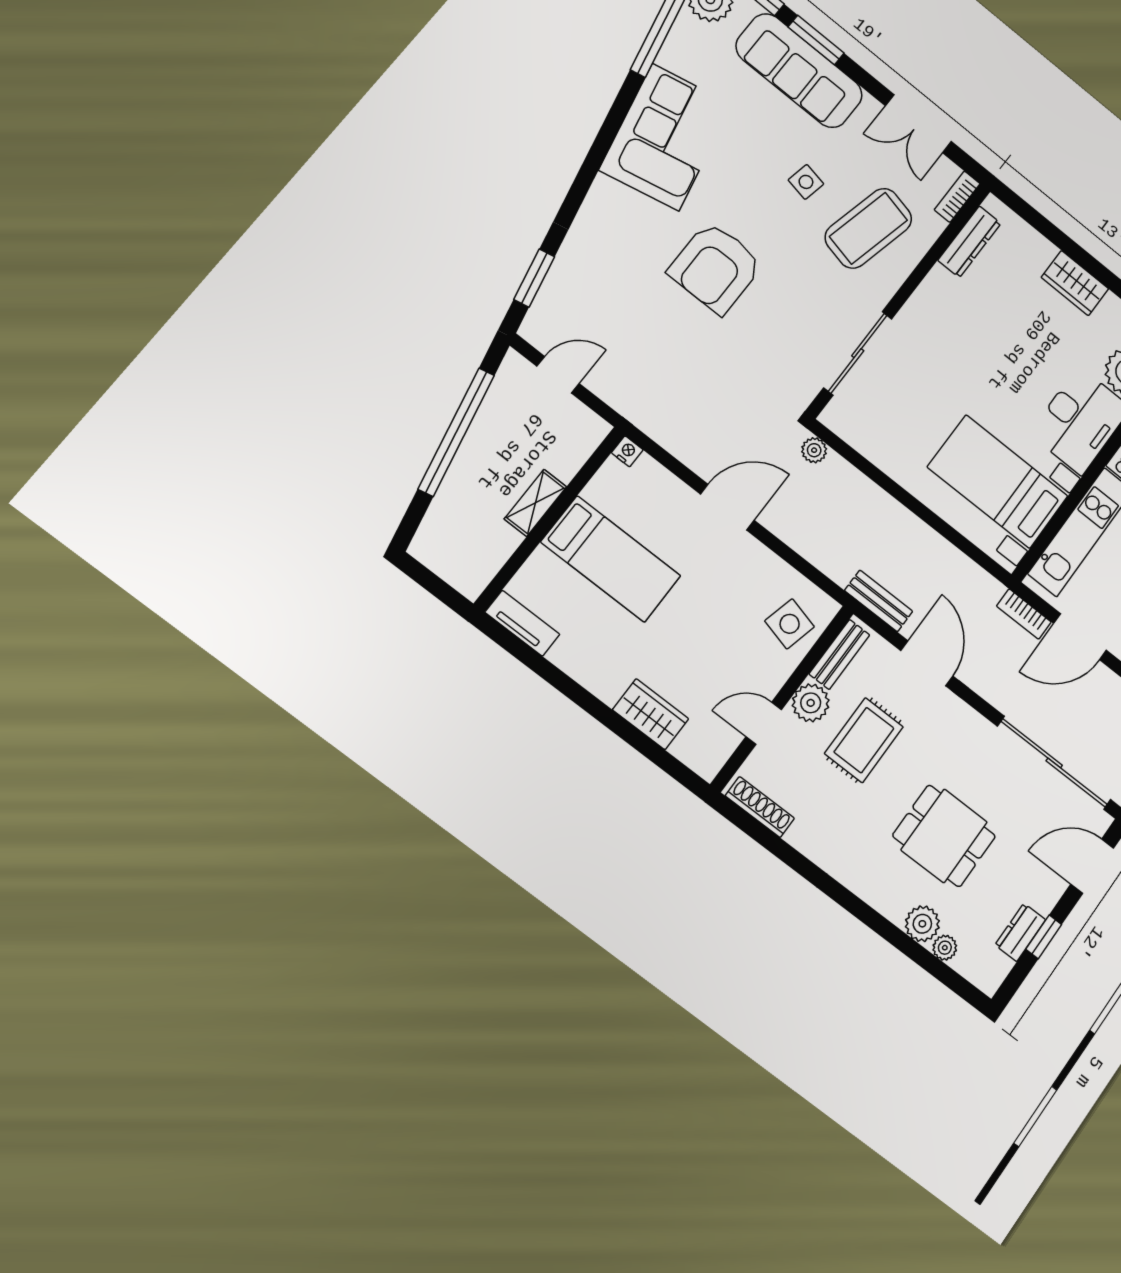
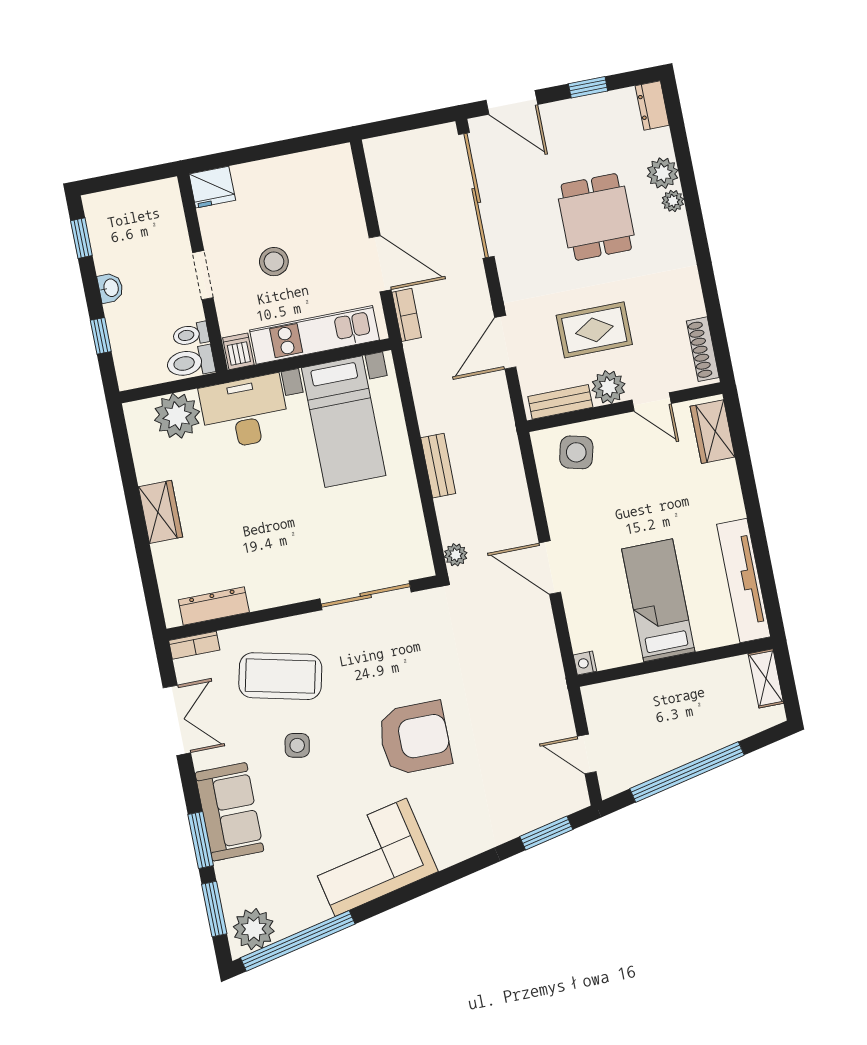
sofa: (799, 71) -> (229, 812), width x0.73
shelving: (535, 503) -> (766, 678), moved, turned 90
bench: (879, 601) -> (438, 466), moved
tv unit: (522, 623) -> (744, 580), width x1.92, depth x1.29
wardrobe: (651, 714) -> (713, 432), moved
dresser: (1020, 932) -> (652, 105), moved, turned 90
plant: (945, 948) -> (673, 201), moved

